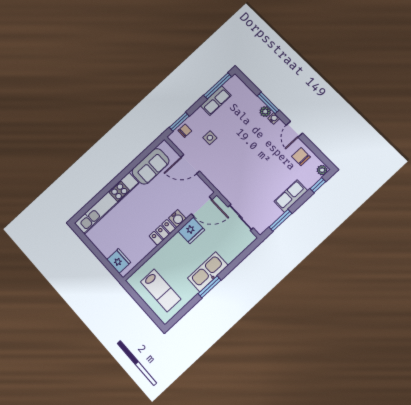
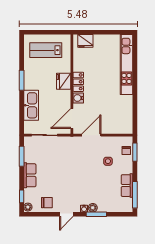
door: (294, 129) -> (66, 214), swing flipped
door: (190, 164) -> (91, 135), moved
sofa: (151, 166) -> (124, 111), removed
fridge: (191, 231) -> (64, 81), moved
kitchen sink: (208, 272) -> (31, 105), moved

